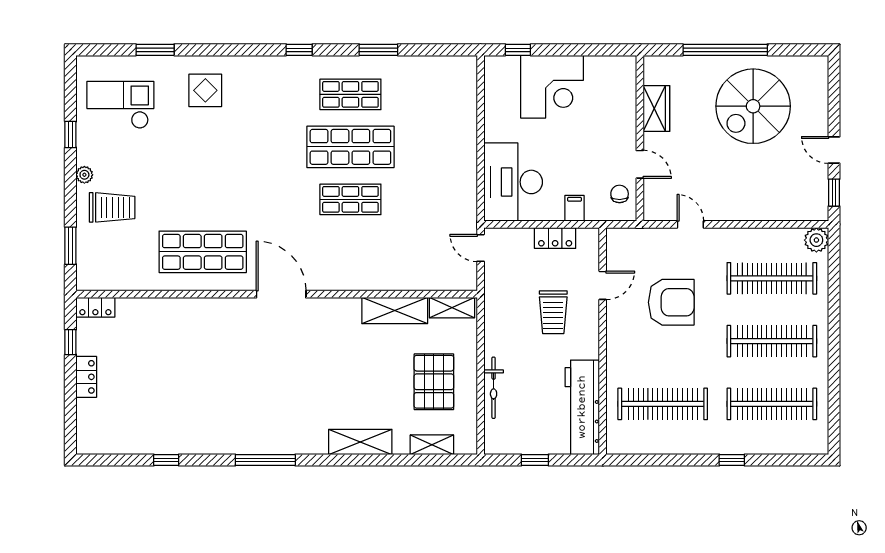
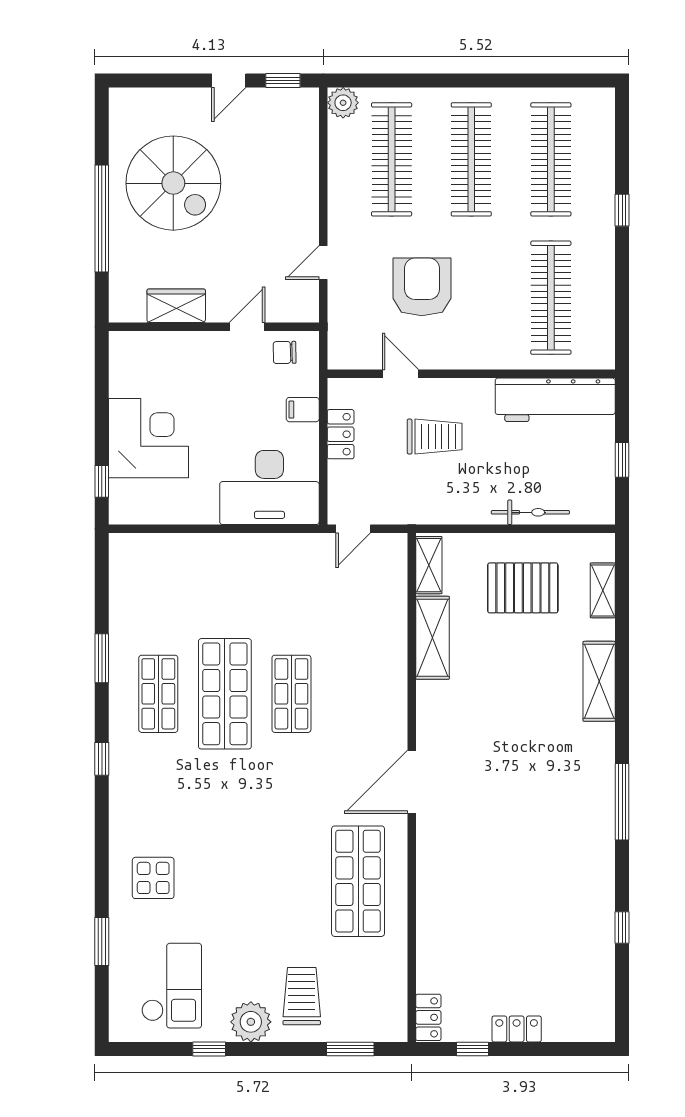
checkout: (120, 105) -> (172, 986), turned 180
plant: (84, 175) -> (251, 1022), width x1.88, depth x1.88

